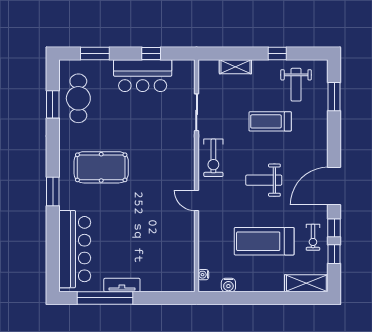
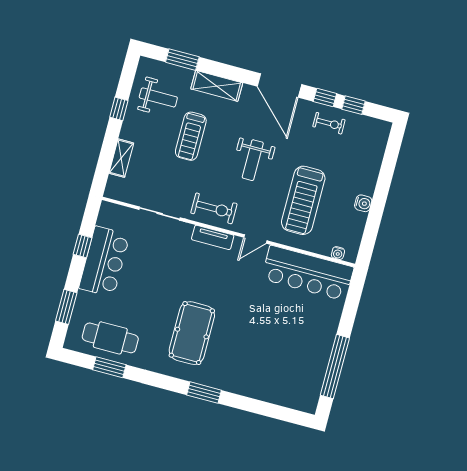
treadmill: (264, 241) -> (303, 200), moved
bar counter: (75, 249) -> (308, 273), moved, turned 180
shelving: (306, 283) -> (217, 86), moved, turned 90
tv unit: (122, 285) -> (213, 237), moved, turned -90
water cooler: (228, 285) -> (363, 203), moved

